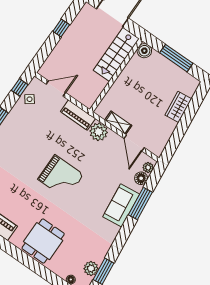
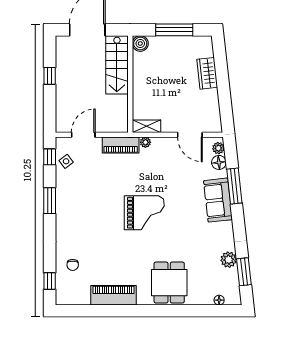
shelving: (118, 123) -> (146, 126), moved
plant: (99, 132) -> (145, 142), width x0.53, depth x0.53
plant: (91, 268) -> (229, 260), moved

